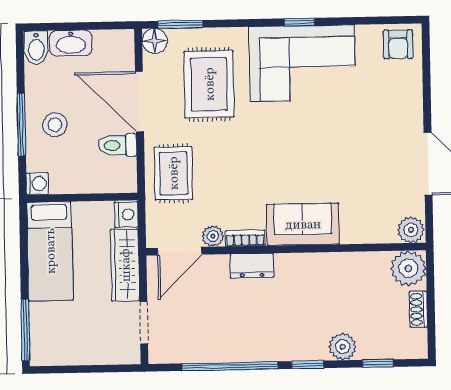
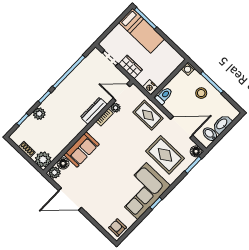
bidet: (36, 48) -> (210, 134), moved
toilet: (117, 145) -> (164, 96), moved
sofa: (303, 224) -> (82, 150), moved
floor lamp: (383, 231) -> (63, 163), added
bed: (50, 251) -> (142, 31), moved, turned 180
door: (180, 251) -> (121, 92), hinge flipped
wardrobe: (125, 265) -> (131, 67), width x0.67
dresser: (252, 266) -> (94, 111), width x1.44

